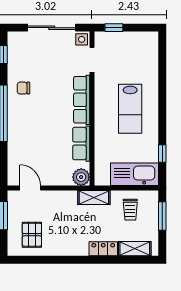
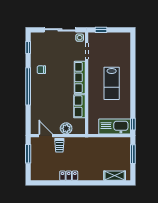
window: (162, 154) -> (133, 124), moved
plant: (81, 177) -> (66, 128), moved
shelving: (94, 197) -> (88, 142), removed
trolley: (130, 210) -> (59, 145), moved
pallet: (32, 235) -> (47, 166), removed
locker: (103, 249) -> (69, 176), moved

